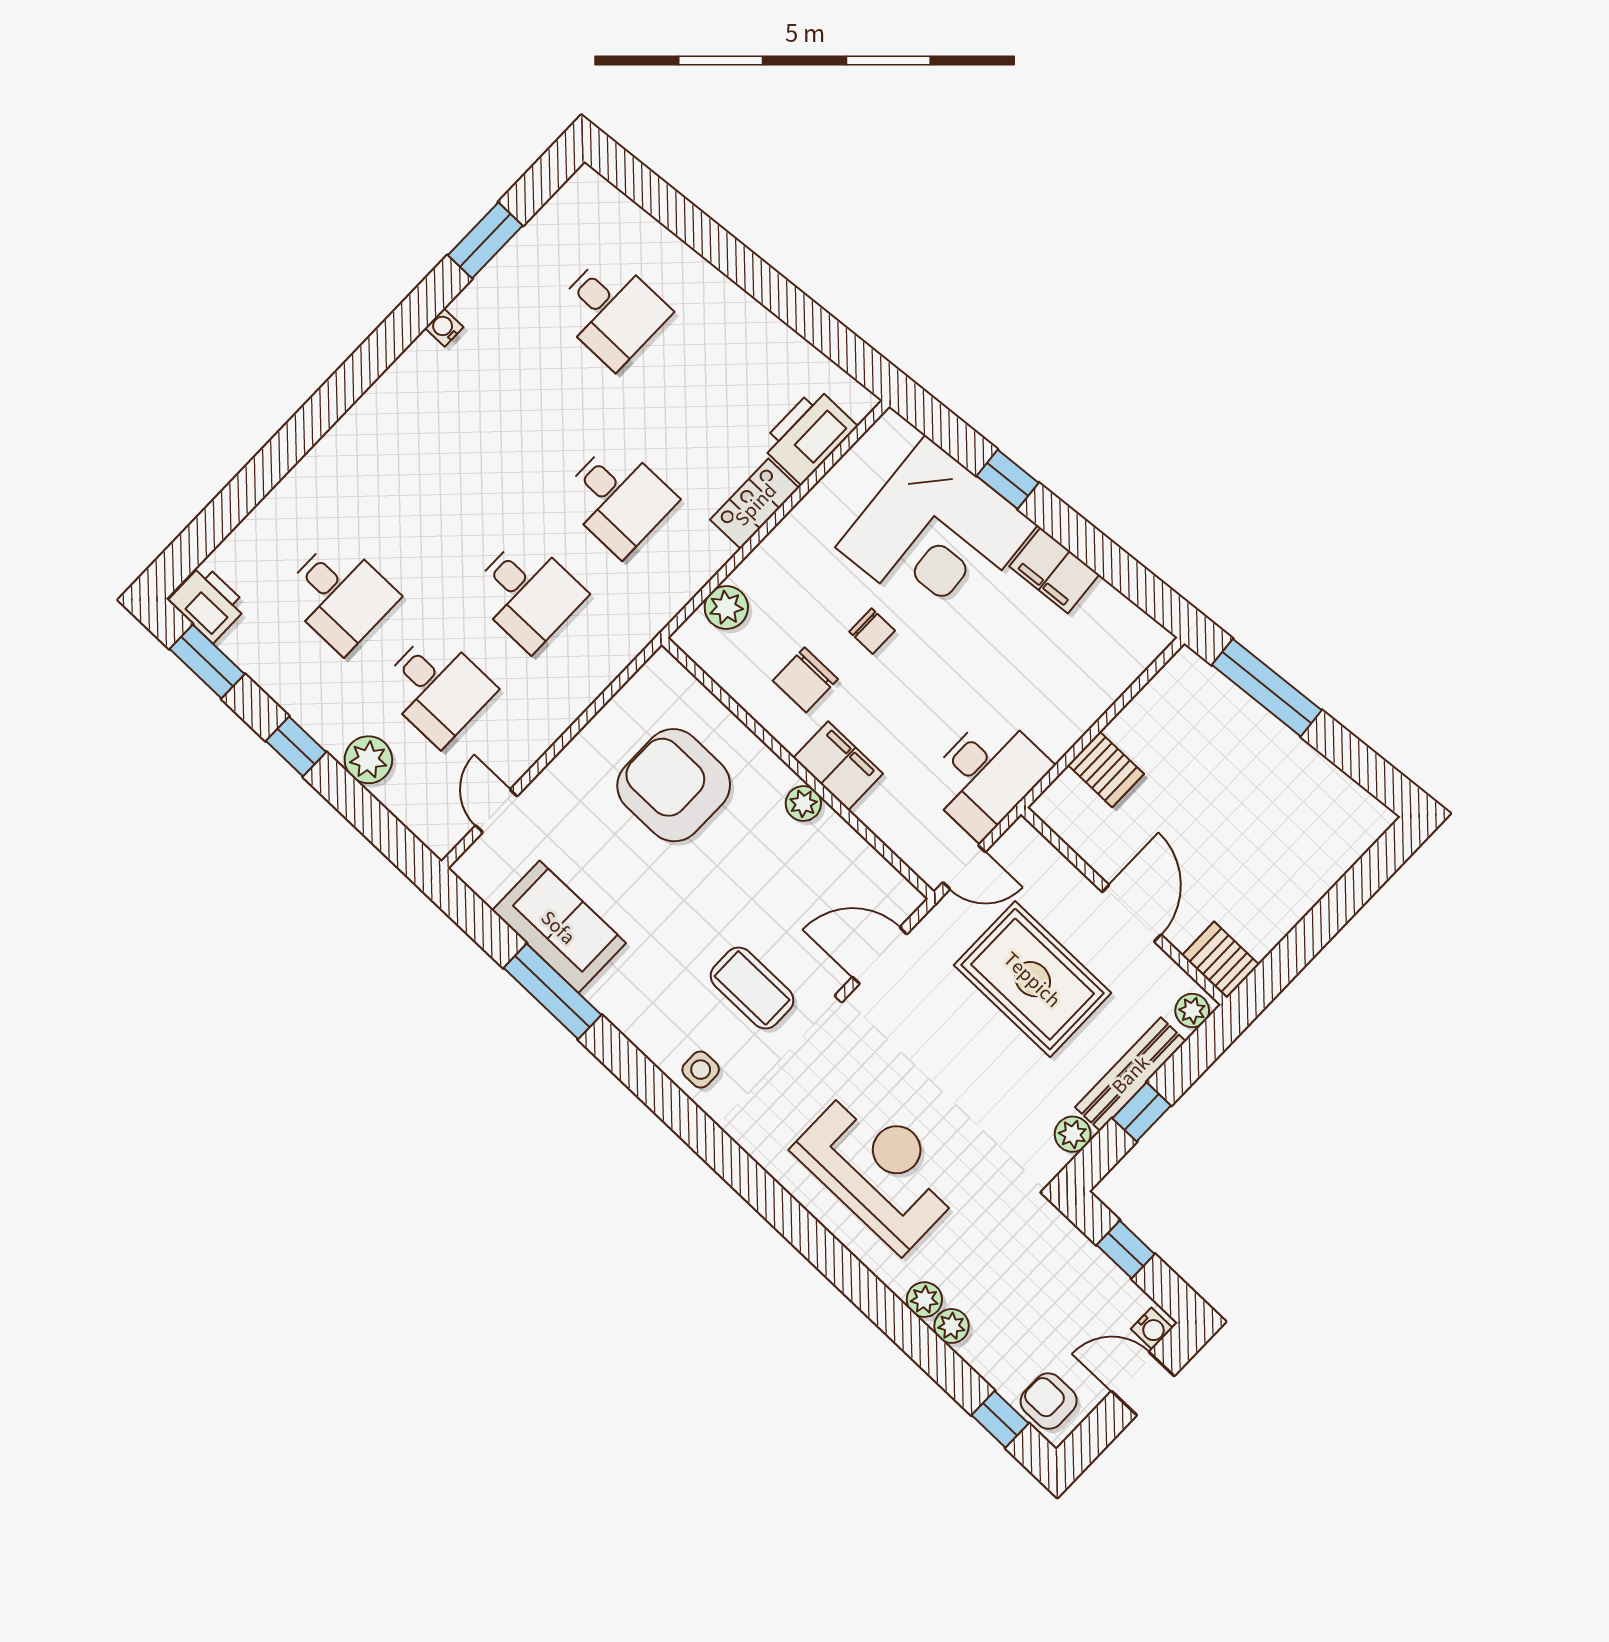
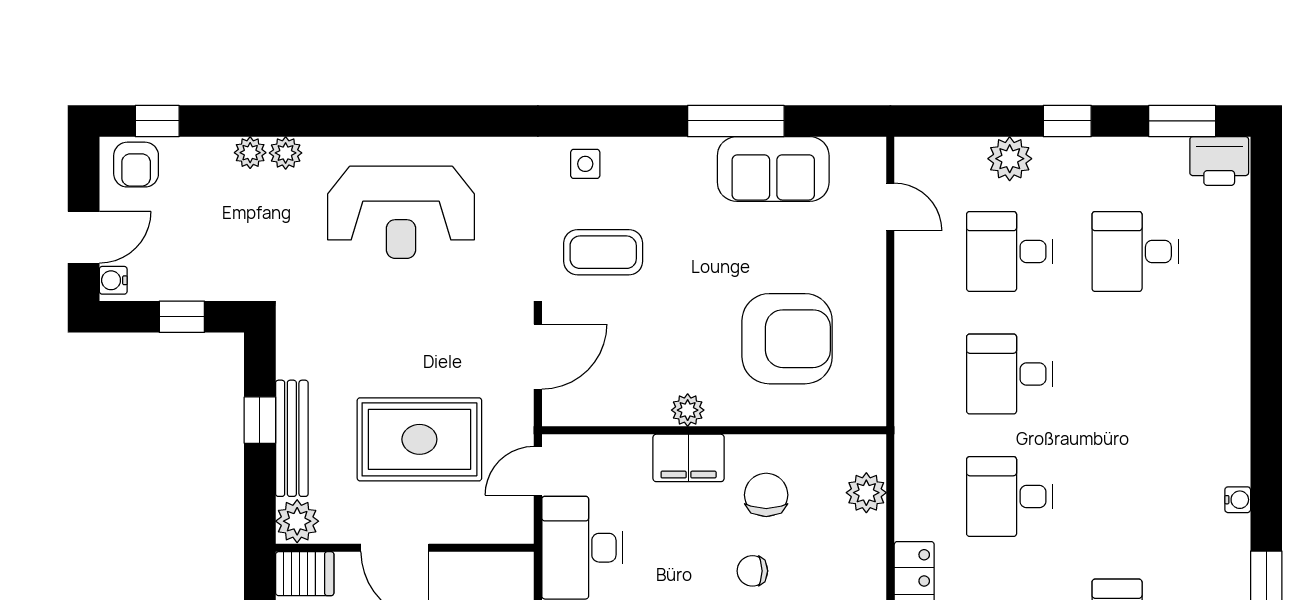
plant: (1192, 1011) -> (297, 521), width x1.38, depth x1.38
plant: (1073, 1134) -> (292, 360), removed
armchair: (1049, 1401) -> (136, 165), turned 90

